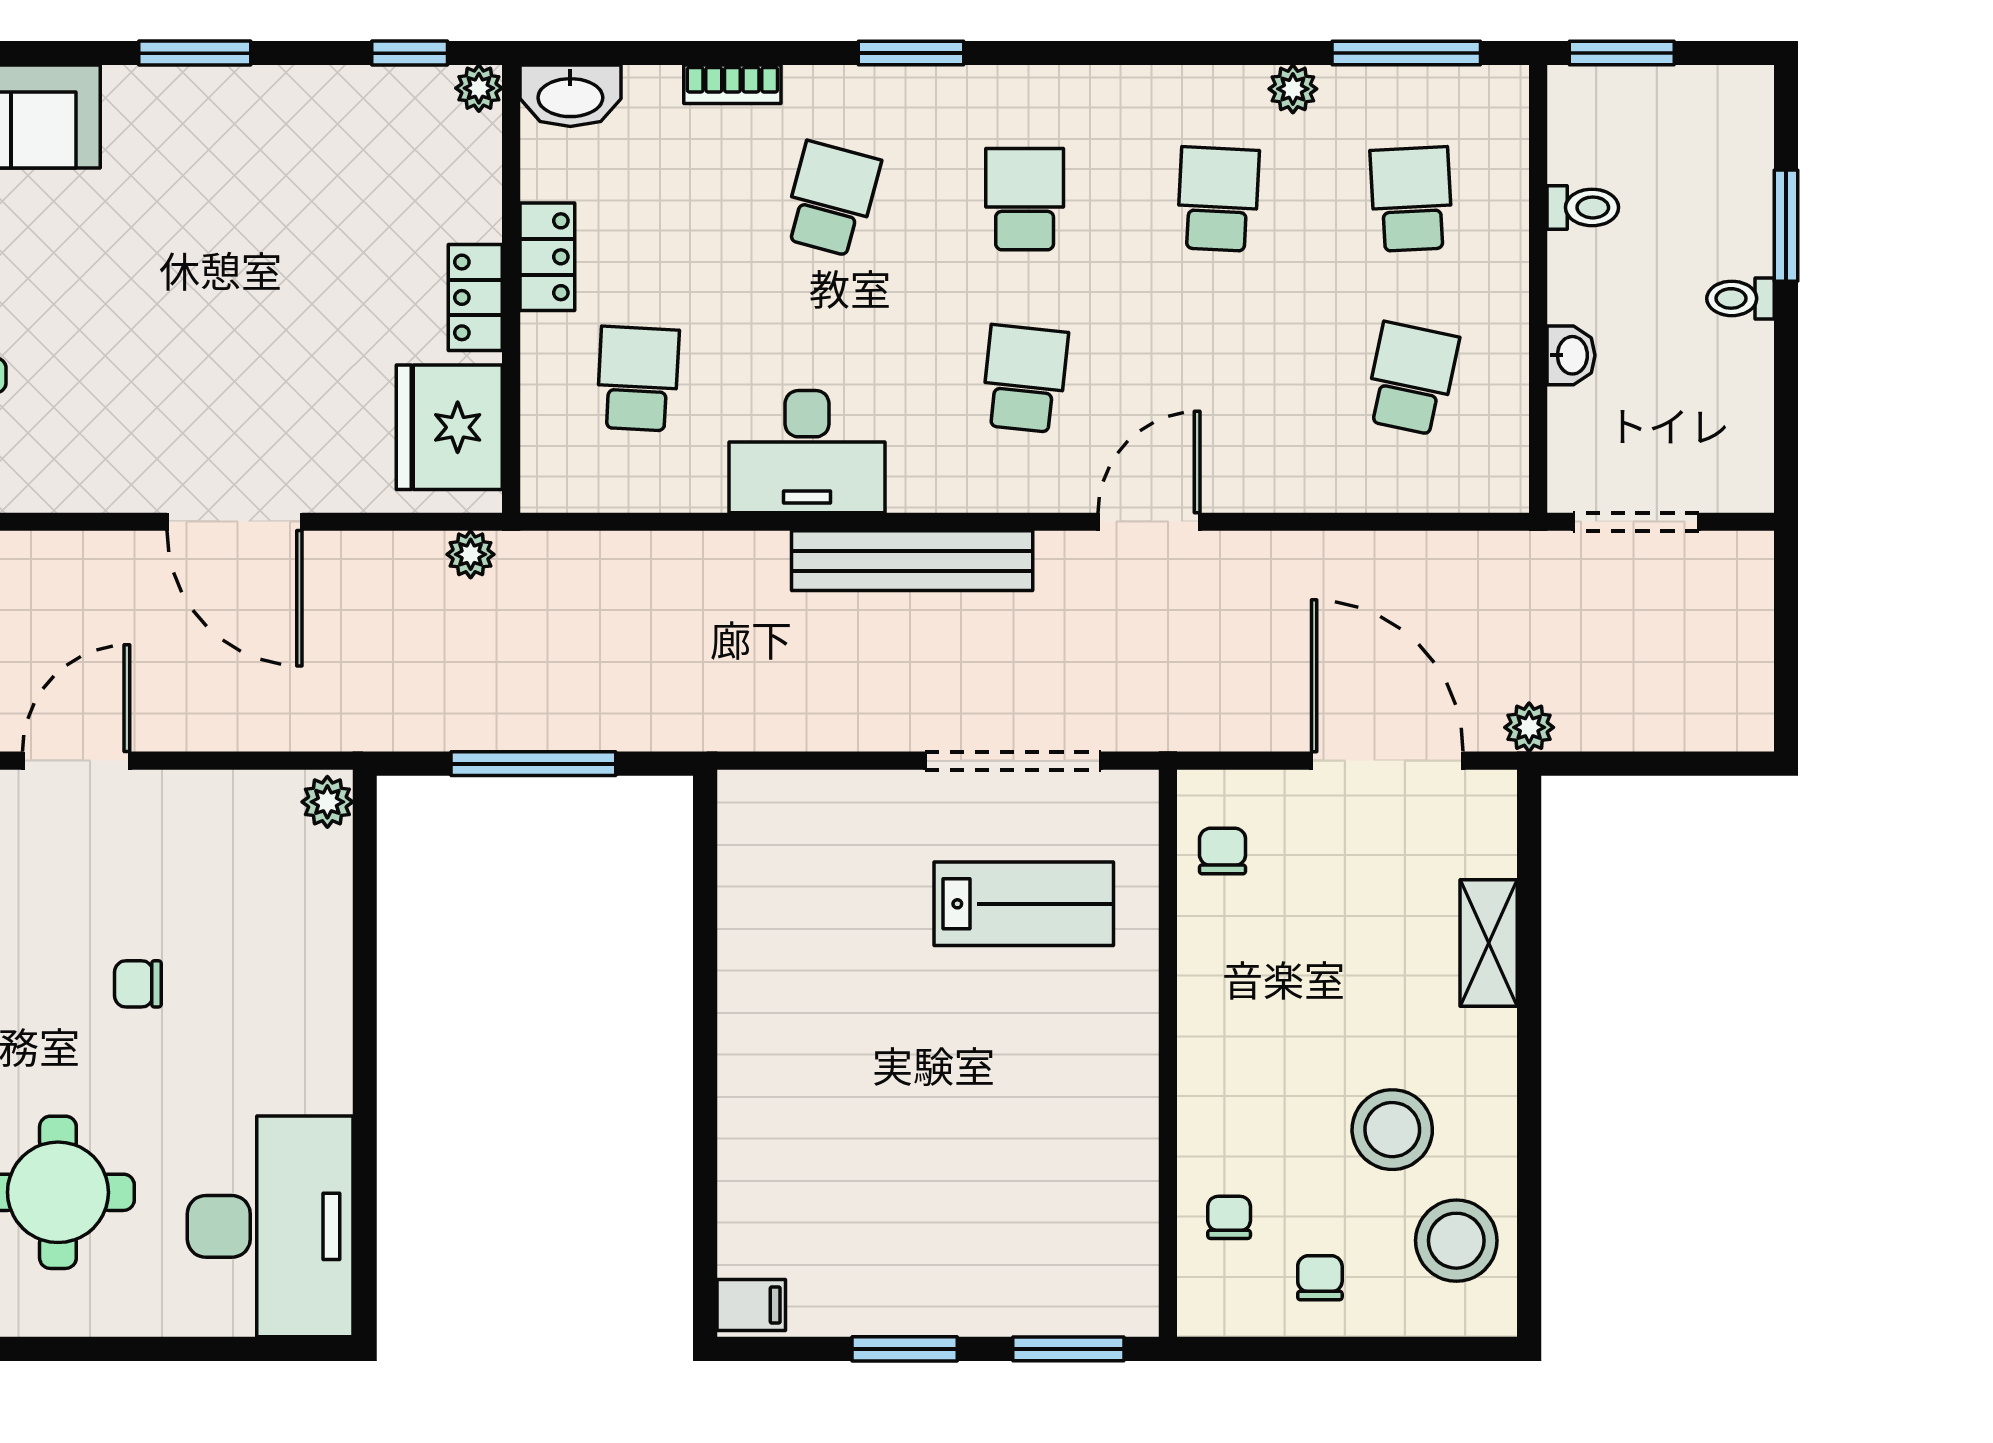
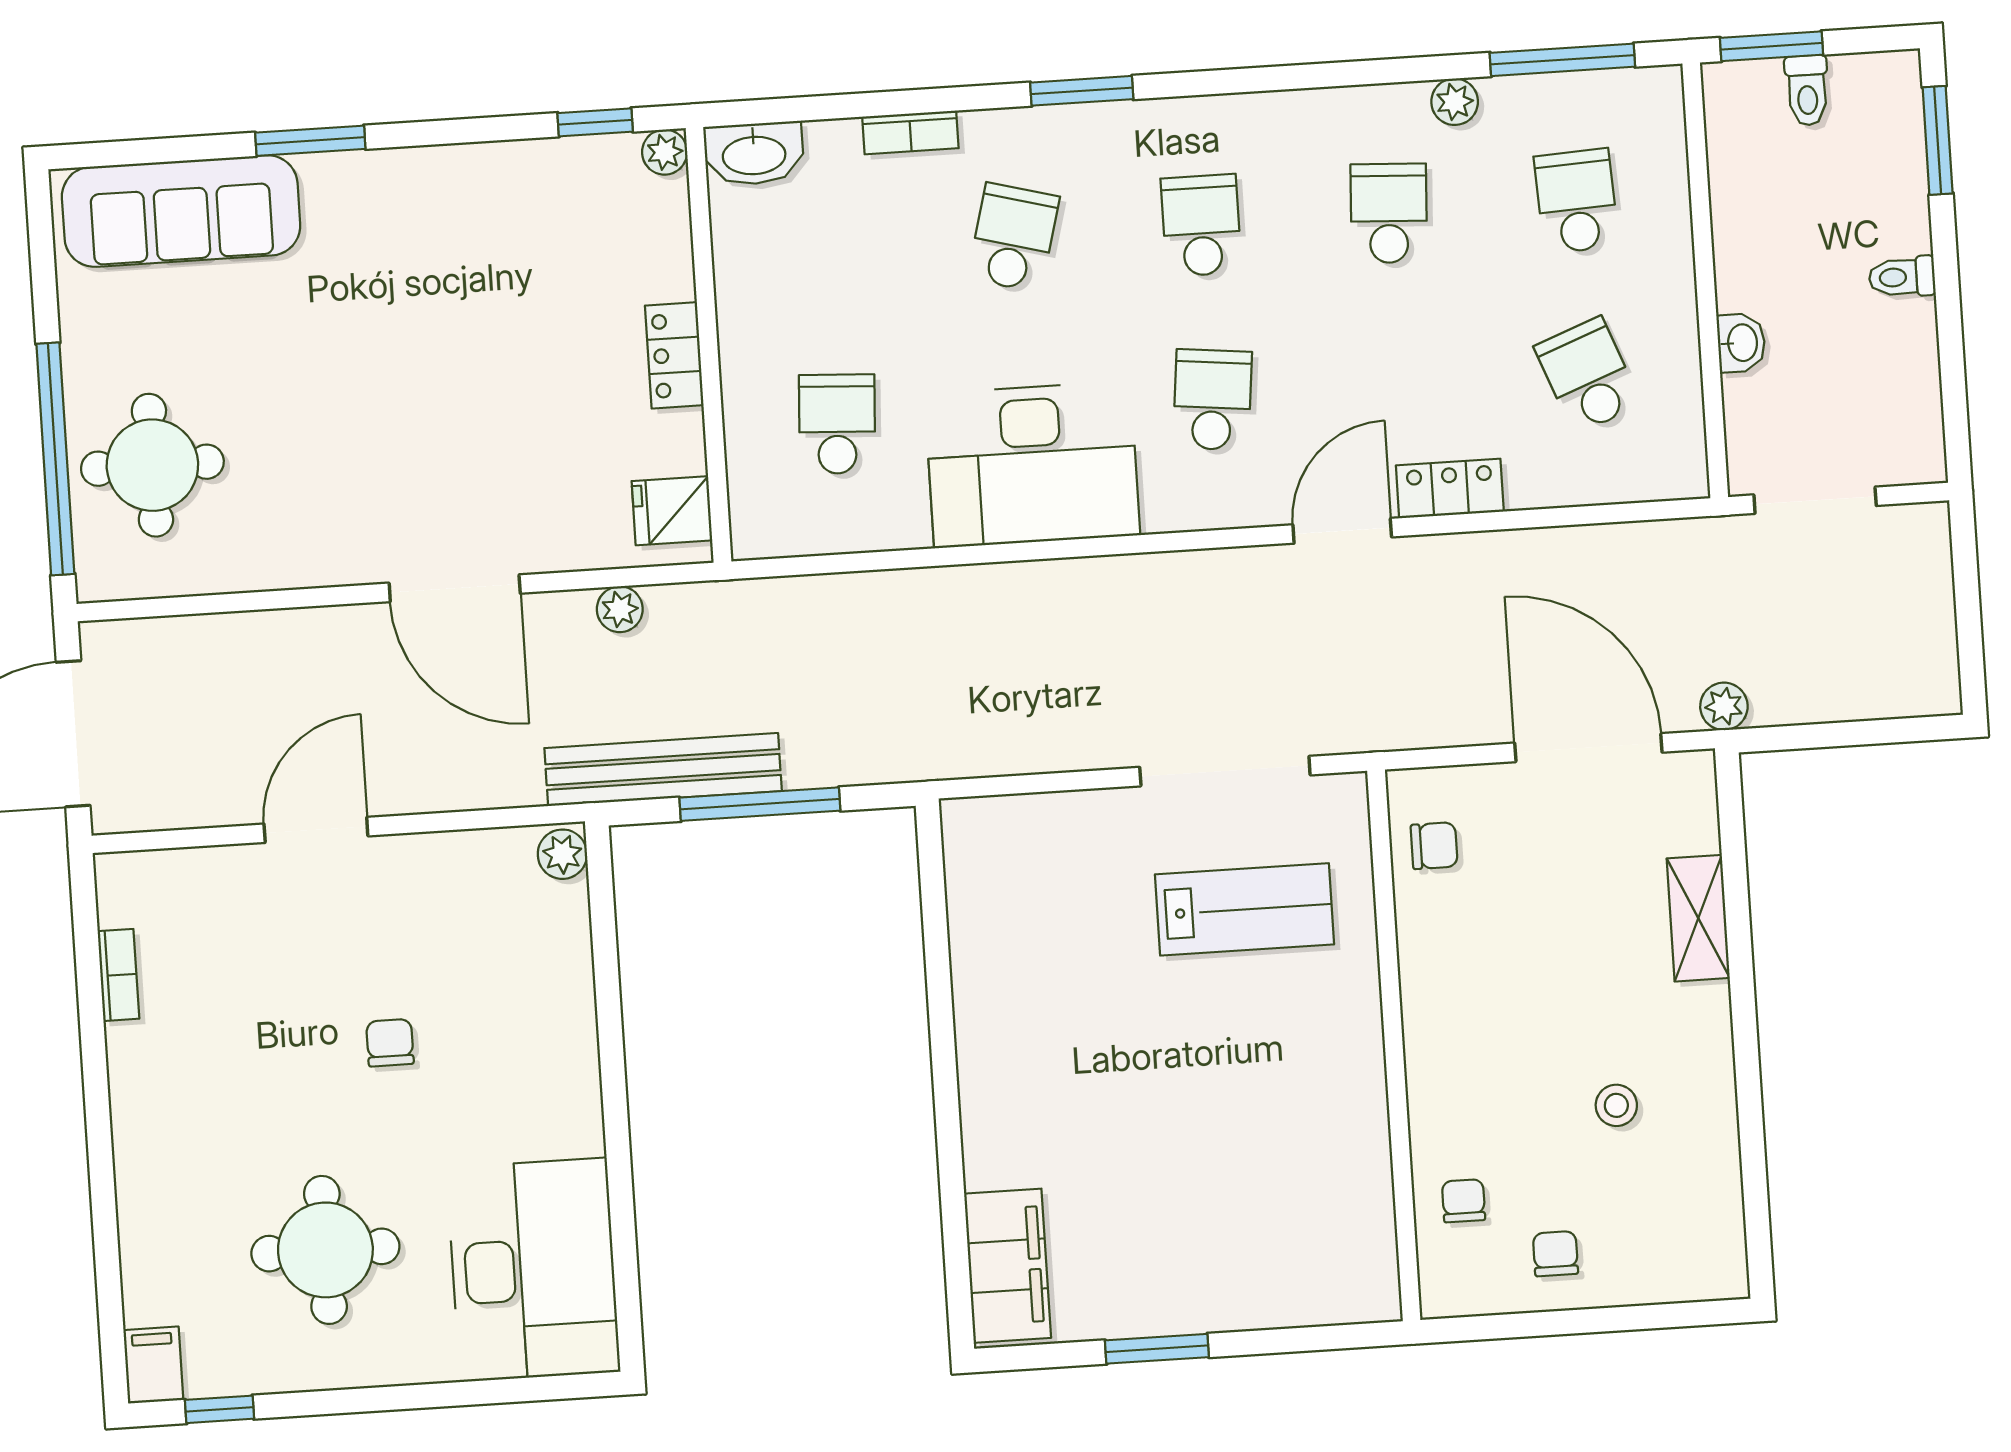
window: (195, 53) -> (310, 141), moved
toilet: (1583, 207) -> (1807, 90), moved, turned 90
window: (1786, 226) -> (1938, 140), moved
locker: (547, 257) -> (1450, 489), moved, turned -90
school desk: (1411, 379) -> (1588, 376), turned -33
fridge: (449, 427) -> (672, 511), width x0.53, depth x0.75
desk: (807, 452) -> (1032, 465), width x1.36, depth x1.30
plant: (471, 554) -> (620, 609), moved
bench: (912, 561) -> (663, 770), moved
chair: (1223, 851) -> (1434, 846), turned 90
chair: (138, 984) -> (390, 1043), turned 90
stool: (1392, 1130) -> (1616, 1105), width x0.53, depth x0.53
stool: (1456, 1241) -> (1685, 1209), removed
filing cabinet: (751, 1305) -> (1008, 1266), width x3.00, depth x1.17
window: (1068, 1349) -> (1316, 1338), removed

